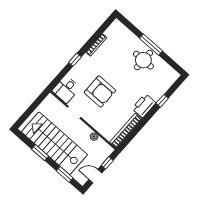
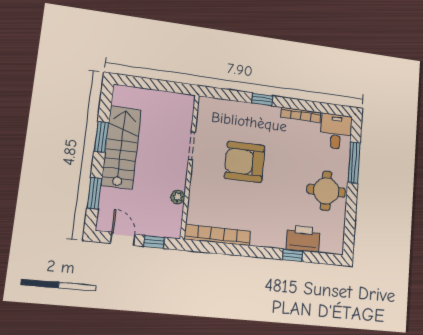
window: (151, 45) -> (354, 163), moved
desk: (66, 89) -> (336, 131), moved, turned 90
armchair: (100, 91) -> (245, 162), turned 90
printer: (144, 106) -> (303, 239), moved
stairs: (54, 143) -> (121, 147), width x0.73, depth x0.66

